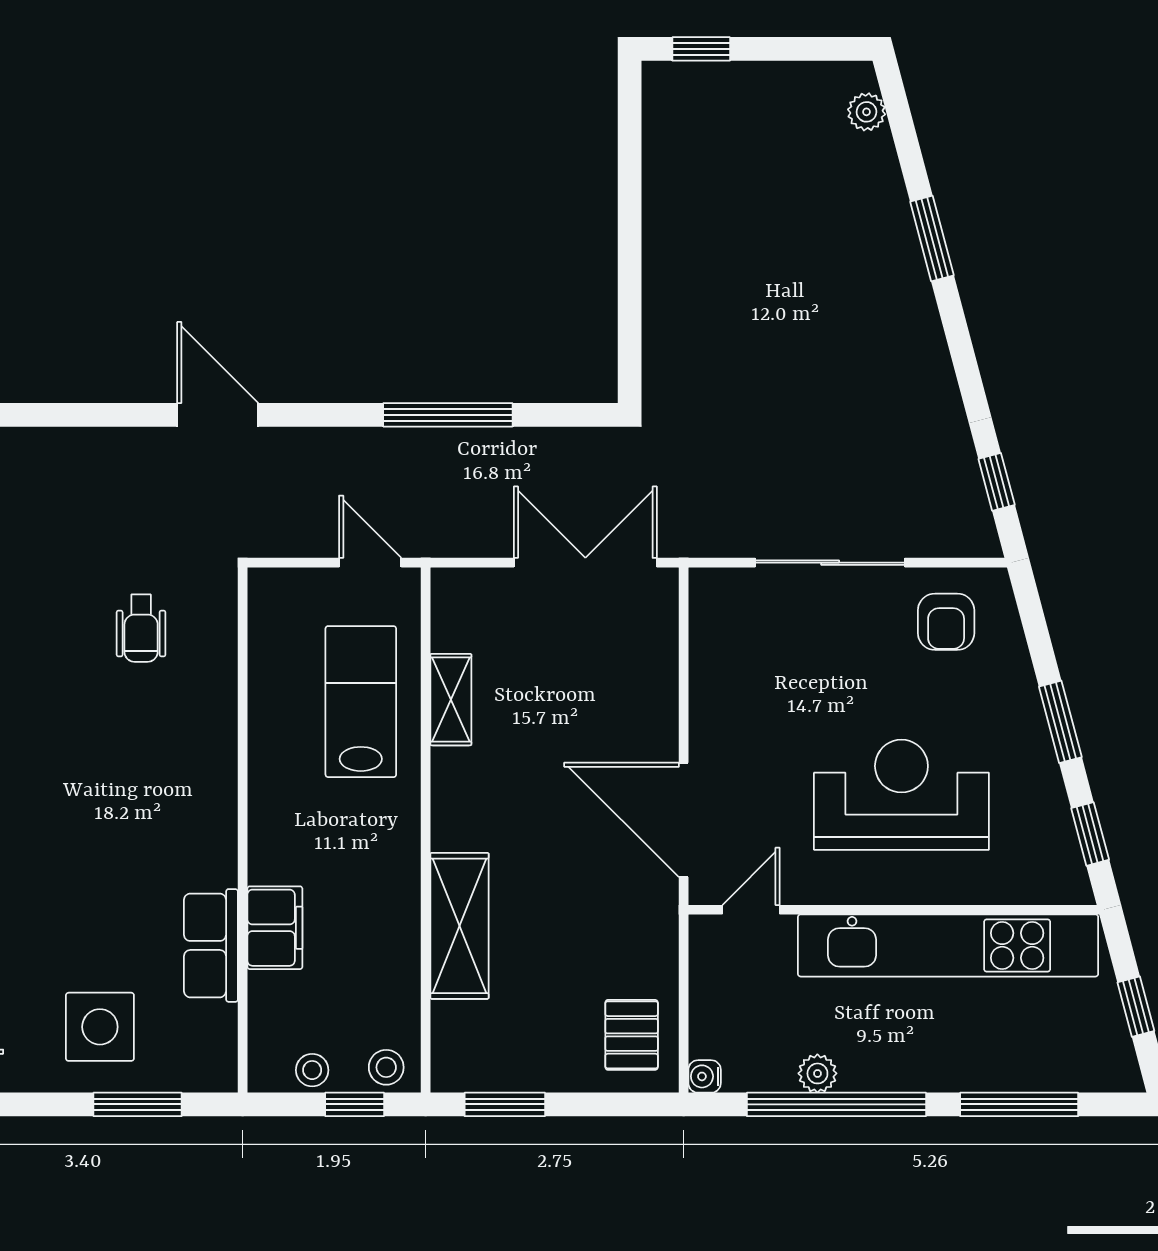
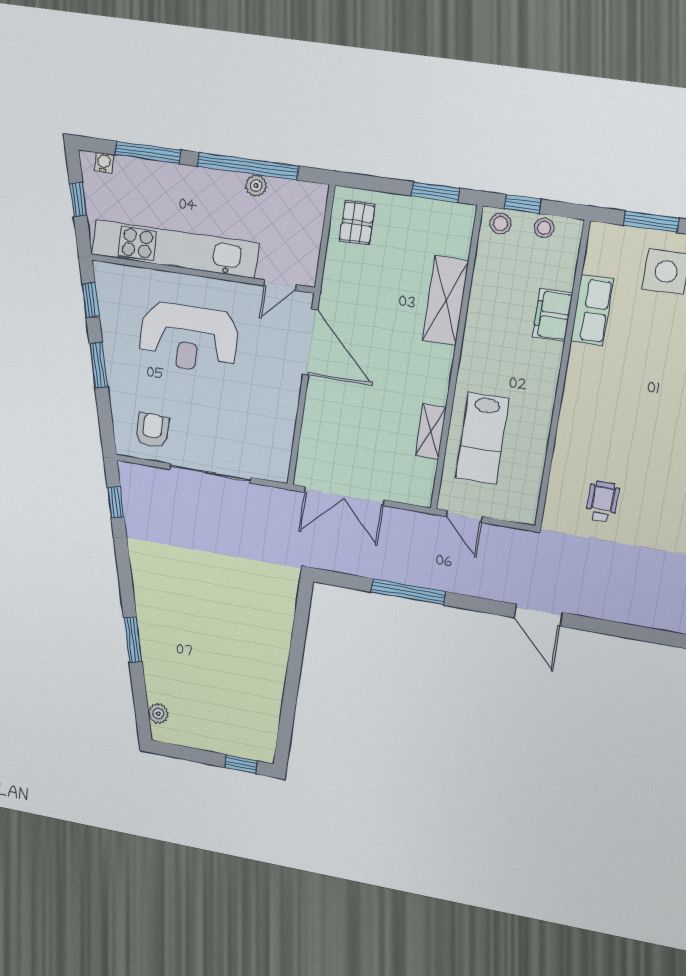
water cooler: (705, 1076) -> (104, 163), moved, turned -90

